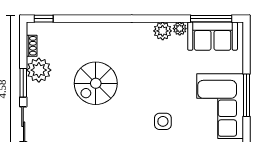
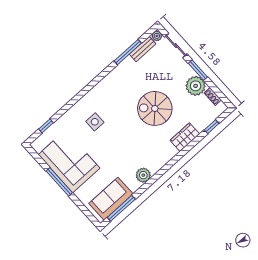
window: (44, 19) -> (212, 127), moved
plant: (180, 29) -> (134, 186), removed
wardrobe: (92, 31) -> (185, 137), added
spiral stairs: (96, 83) -> (155, 108), turned -90

